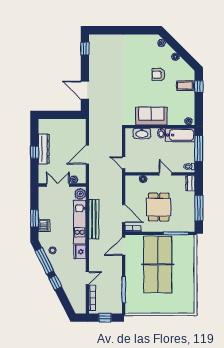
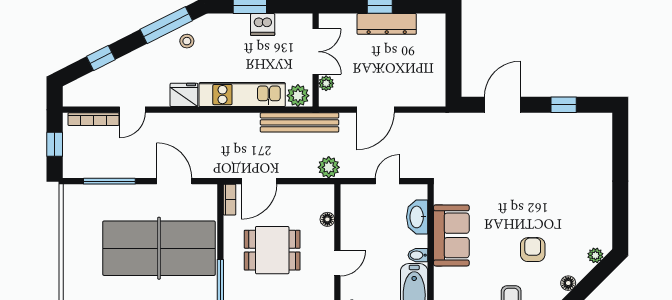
window: (85, 49) -> (564, 105), moved
door: (87, 155) -> (375, 110), swing flipped
door: (124, 163) -> (387, 181), moved
plant: (117, 178) -> (329, 167), added
bench: (94, 219) -> (300, 122), moved
dishwasher: (44, 225) -> (263, 25), moved
door: (124, 246) -> (174, 181), moved
door: (87, 278) -> (132, 110), hinge flipped
window: (55, 283) -> (101, 58), moved

